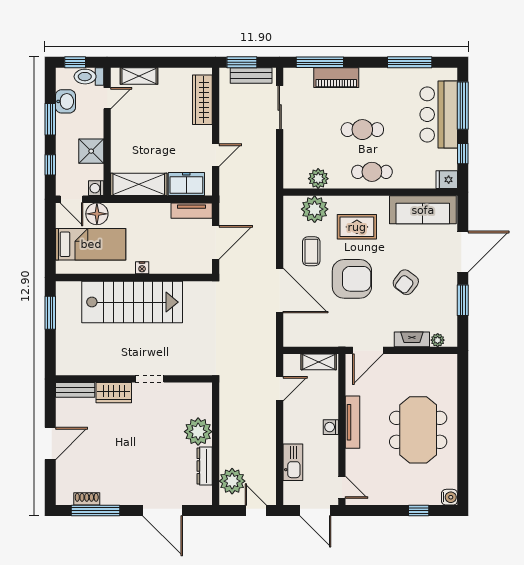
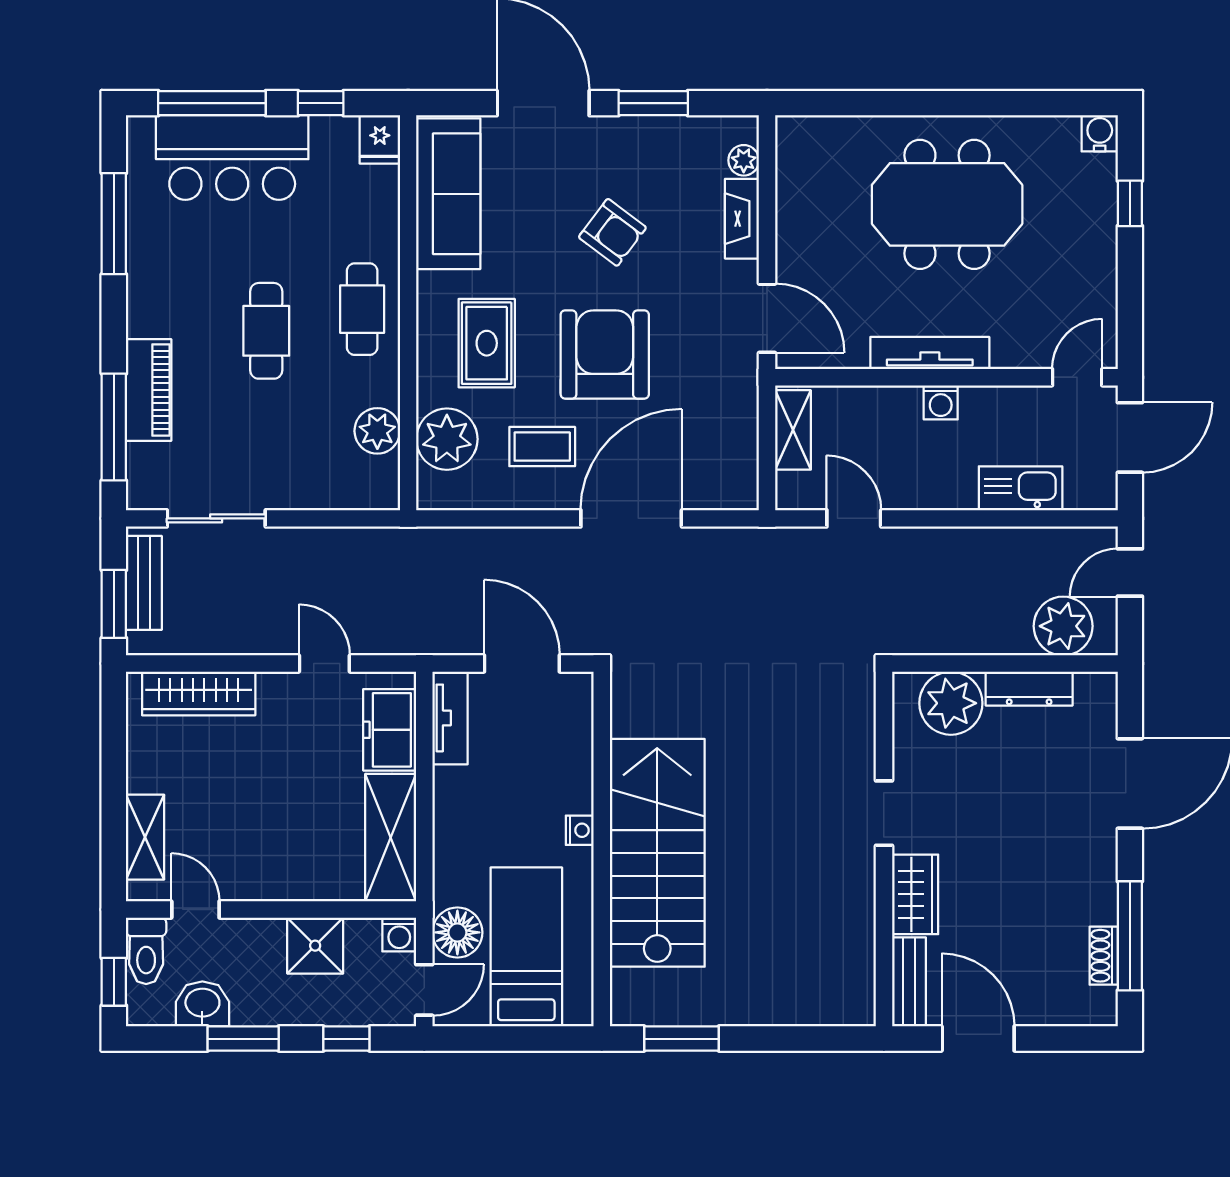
wall: (134, 379) -> (884, 849), moved
doorway: (150, 379) -> (884, 813), moved
bench: (75, 390) -> (909, 982), moved
wardrobe: (114, 393) -> (915, 894), moved

